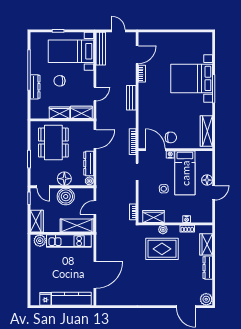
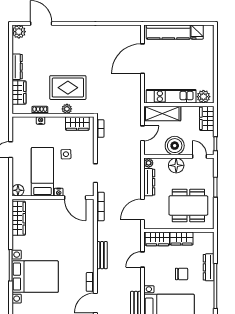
chair: (171, 137) -> (58, 211), removed
dining table: (53, 143) -> (188, 205), turned 90
floor lamp: (207, 180) -> (18, 190), moved

